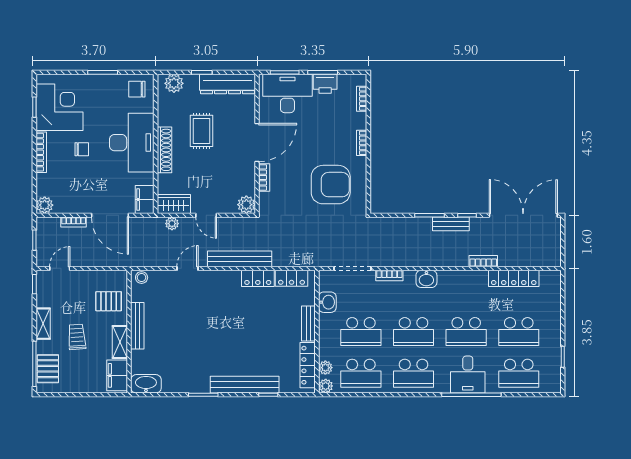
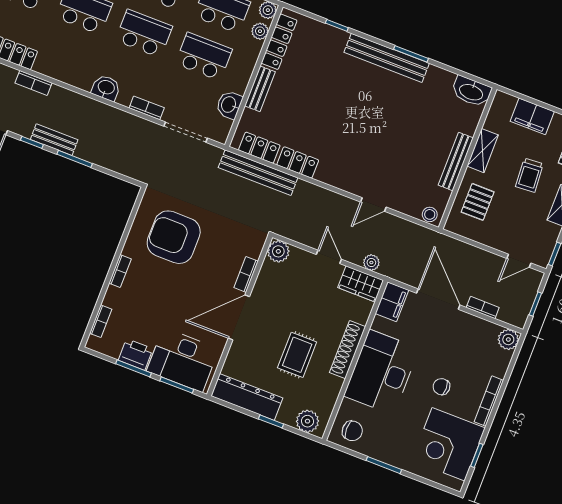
bench: (240, 259) -> (258, 173), moved
pallet: (109, 301) -> (478, 202), turned 90
filing cabinet: (117, 375) -> (532, 116), moved, turned 90
bench: (245, 385) -> (387, 58), moved

